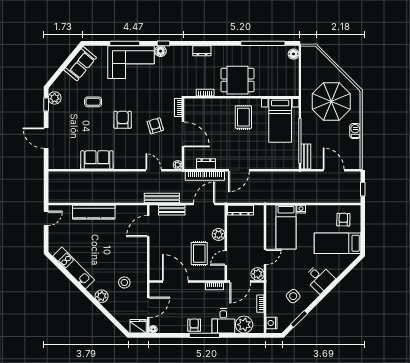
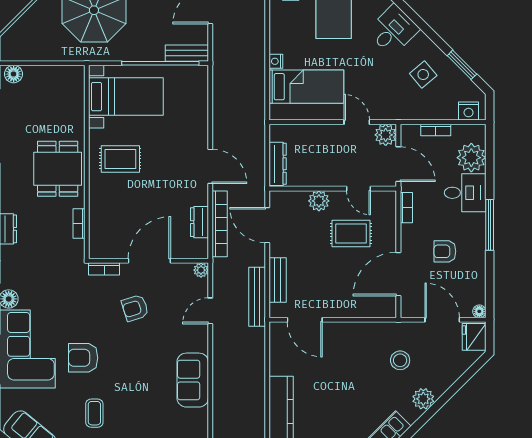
armchair: (123, 120) -> (83, 358), moved
sofa: (97, 160) -> (193, 380), moved
armchair: (194, 325) -> (445, 251), moved

